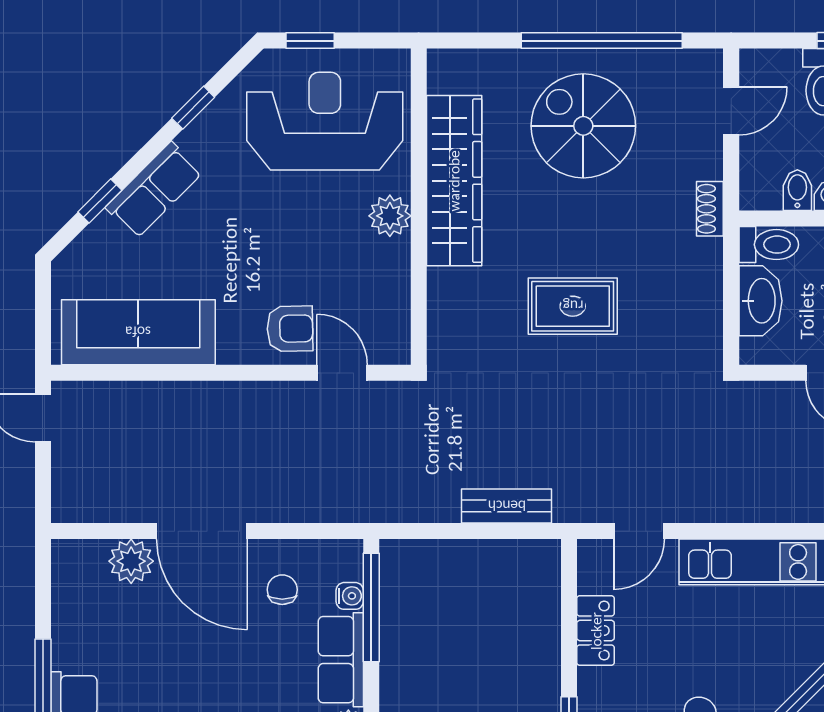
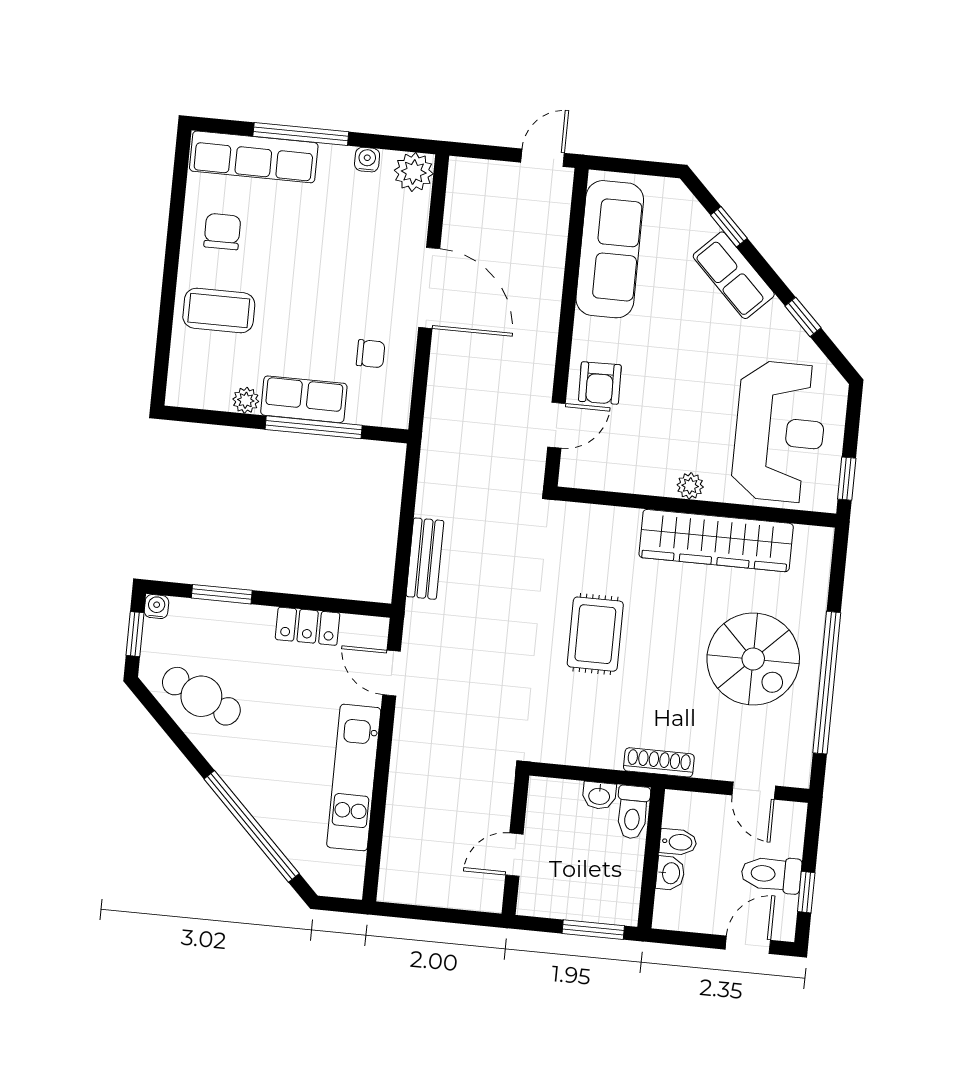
window: (310, 41) -> (847, 479), moved
spiral stairs: (583, 126) -> (753, 659), turned 90
shoe rack: (710, 209) -> (659, 762), width x1.43
plant: (390, 216) -> (690, 486), width x0.73, depth x0.73
washbasin: (760, 301) -> (599, 796), width x0.52, depth x0.69
door: (202, 531) -> (429, 288), swing flipped
plant: (131, 561) -> (414, 172), moved
water cooler: (350, 596) -> (367, 160), moved, turned 180
window: (371, 607) -> (314, 427), moved

